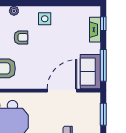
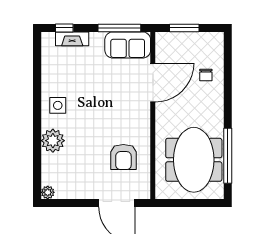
plant: (14, 11) -> (53, 141), width x1.87, depth x1.87
armchair: (21, 37) -> (83, 137), removed
door: (62, 91) -> (153, 83), swing flipped

